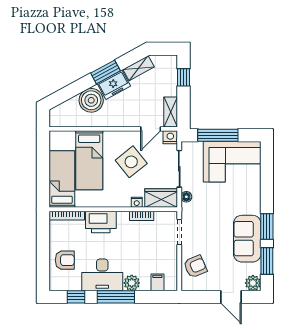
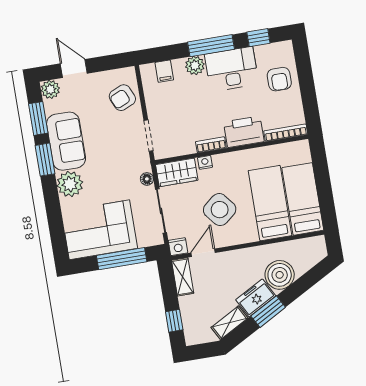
bed: (62, 179) -> (303, 199), moved, turned 180
plant: (250, 203) -> (70, 184), added
bookcase: (142, 216) -> (211, 145), moved
armchair: (65, 260) -> (279, 79), turned -90

